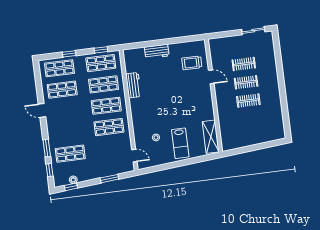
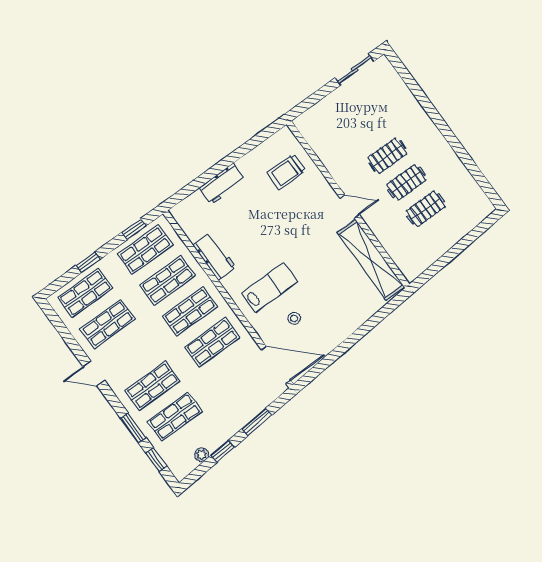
clothes rail: (244, 64) -> (426, 209), moved
door: (211, 77) -> (350, 206), moved
shop shelf: (68, 132) -> (152, 386), added
shelving: (211, 137) -> (371, 260), width x1.47
lab bench: (180, 143) -> (270, 288), moved, turned -90
door: (134, 156) -> (276, 365), width x1.88
window: (71, 187) -> (223, 451), moved

